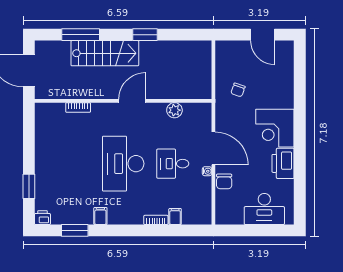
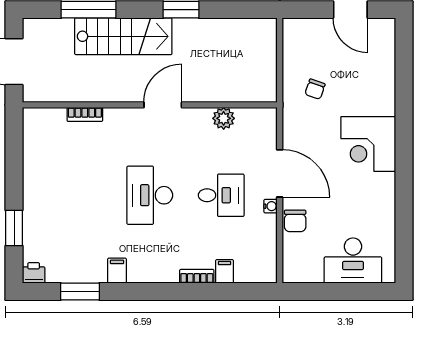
printer: (283, 163) -> (380, 195), removed
desk: (123, 164) -> (150, 195), width x0.73, depth x0.77
desk: (173, 164) -> (221, 195), turned 180

